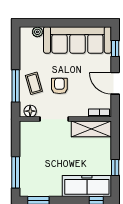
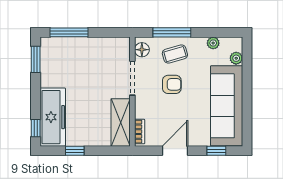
plant: (25, 51) -> (213, 43), added

